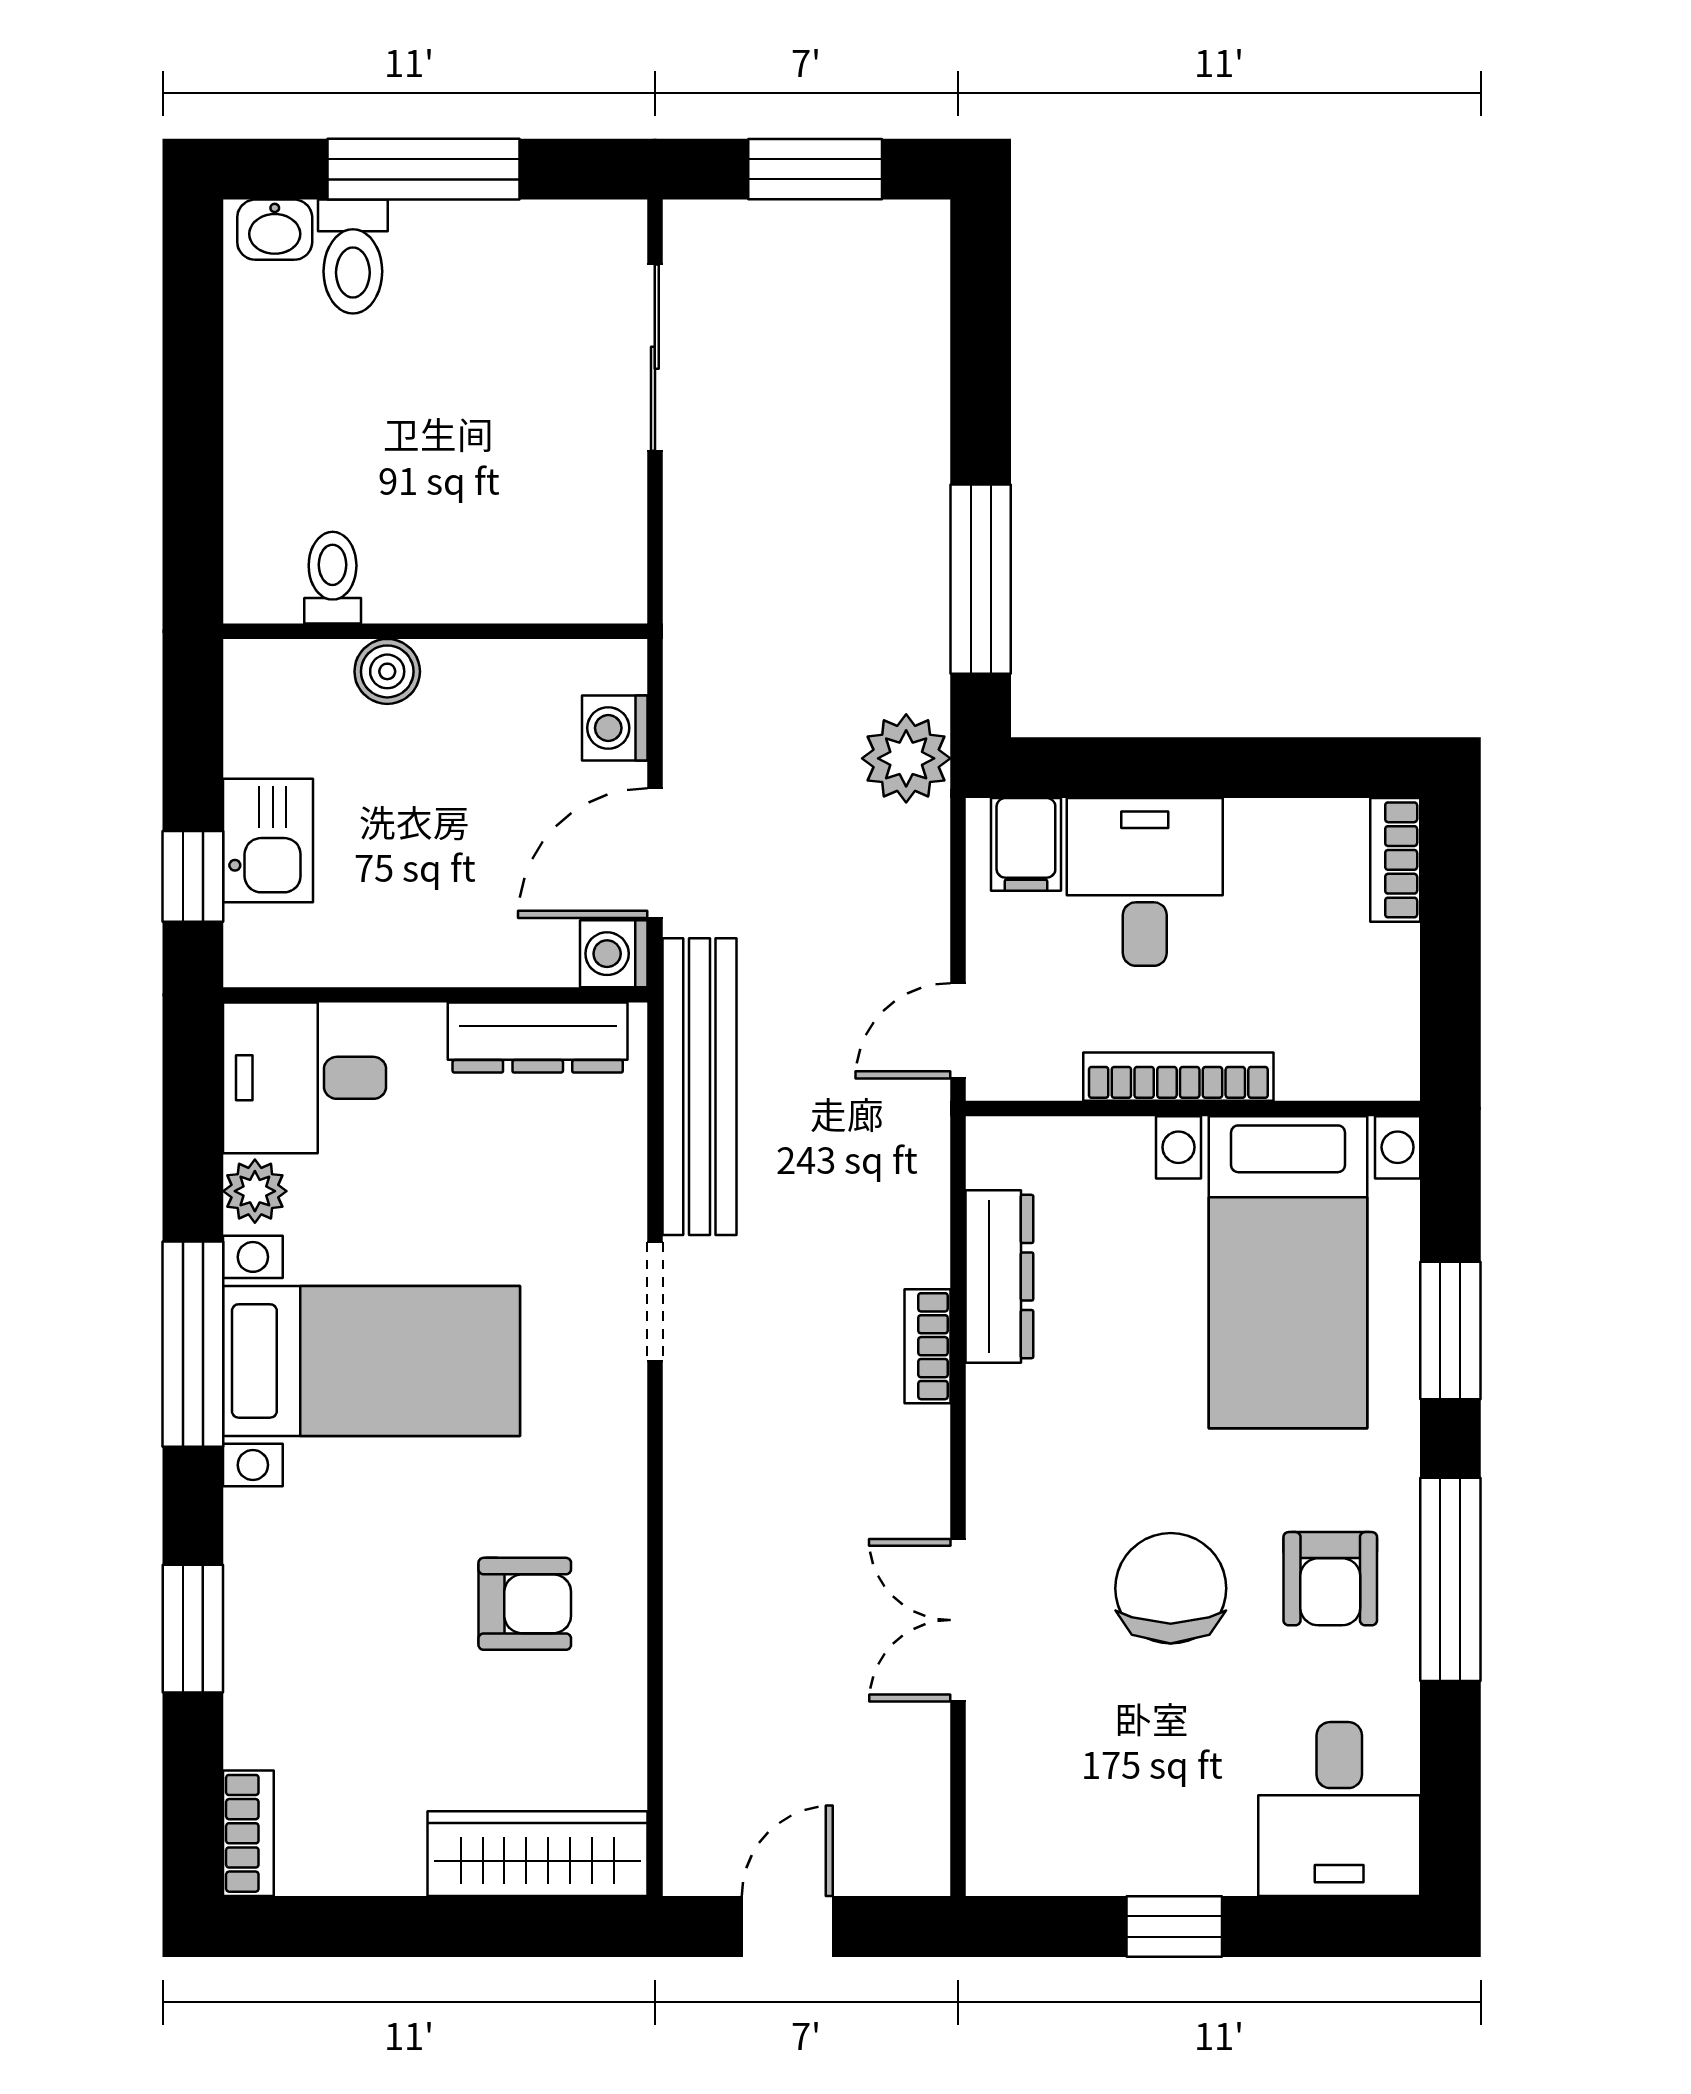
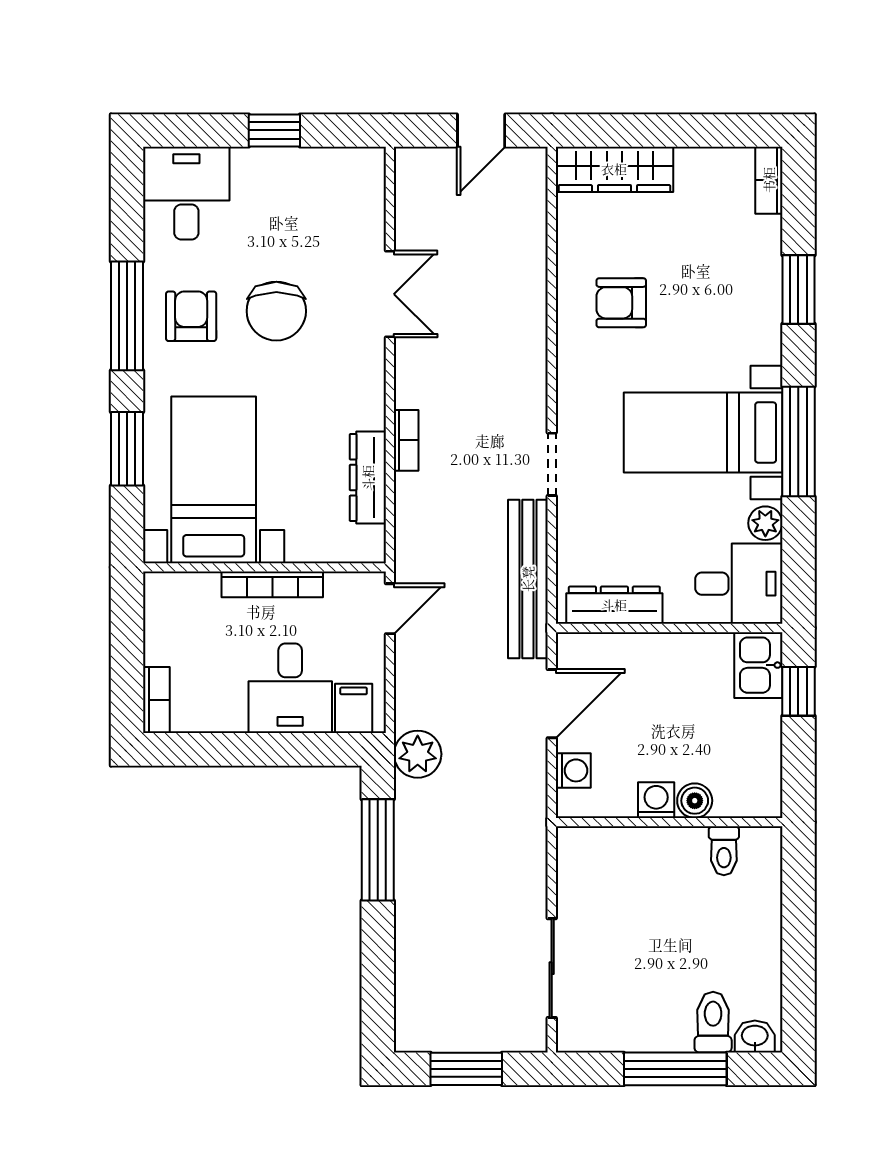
kitchen sink: (268, 840) -> (758, 665), moved
washing machine: (614, 954) -> (656, 800), moved, turned -90

